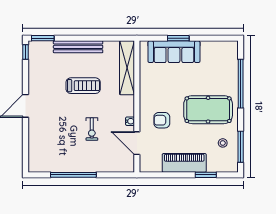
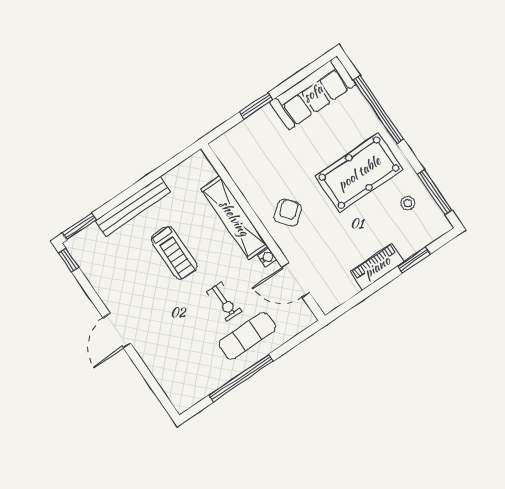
sofa: (174, 52) -> (313, 93), moved
shelving: (127, 68) -> (234, 218), moved
treadmill: (83, 86) -> (174, 253), turned 90
armchair: (162, 120) -> (288, 213), moved, turned 141
exercise mat: (92, 155) -> (247, 336), added
piano: (184, 163) -> (377, 267), width x0.73, depth x0.75

